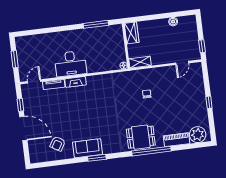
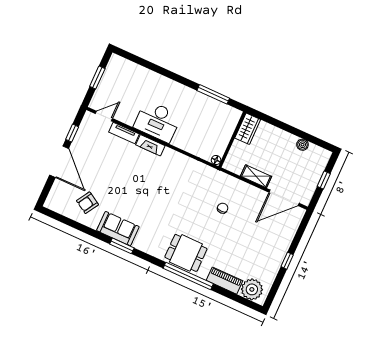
window: (202, 46) -> (324, 180), moved
shelving: (140, 62) -> (256, 176), moved
door: (182, 63) -> (284, 198), width x1.88

